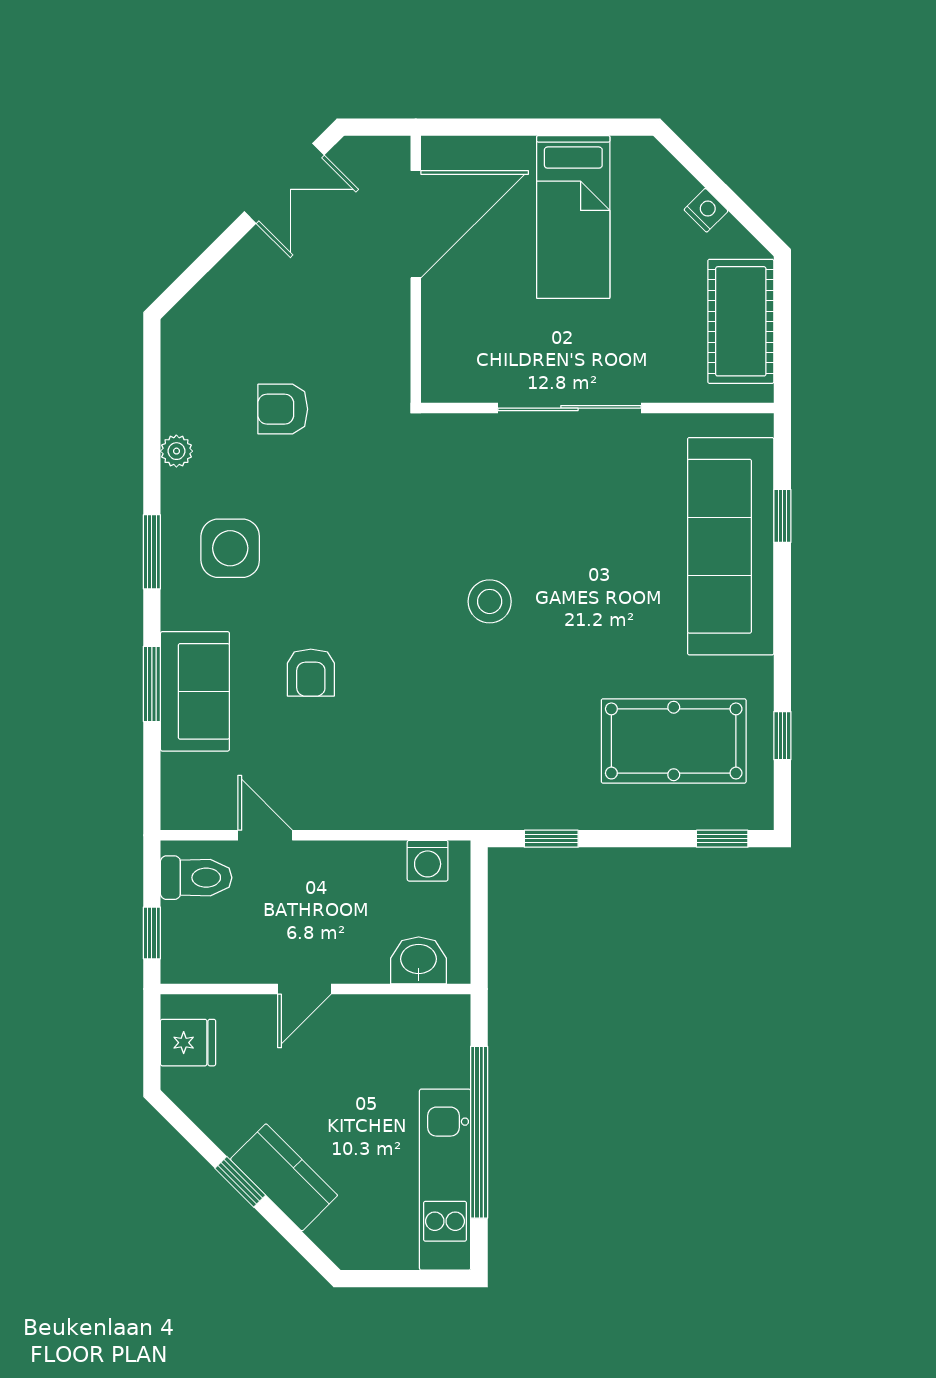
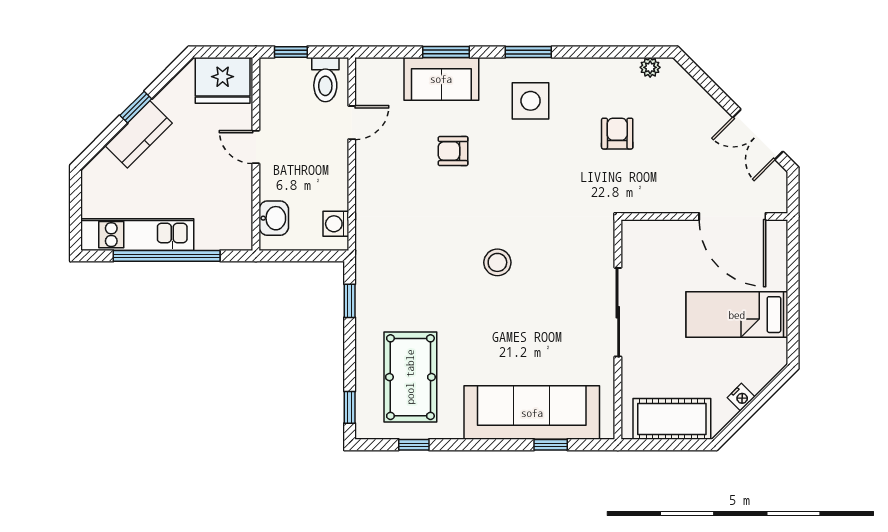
plant: (176, 451) -> (650, 67), moved
fridge: (188, 1043) -> (223, 80), width x1.88, depth x1.34

